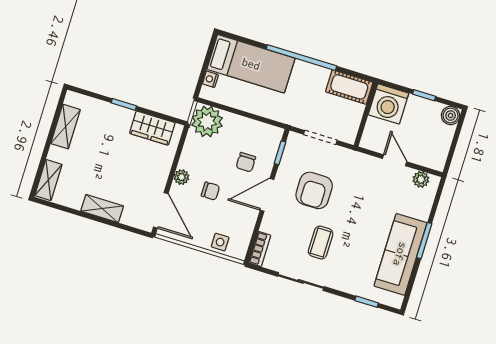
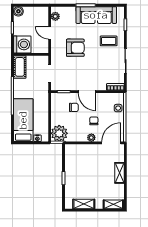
wardrobe: (152, 128) -> (71, 160), removed
door: (394, 160) -> (50, 33), hinge flipped
armchair: (314, 190) -> (75, 48), moved
coffee table: (321, 243) -> (109, 41), moved

